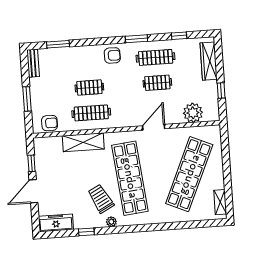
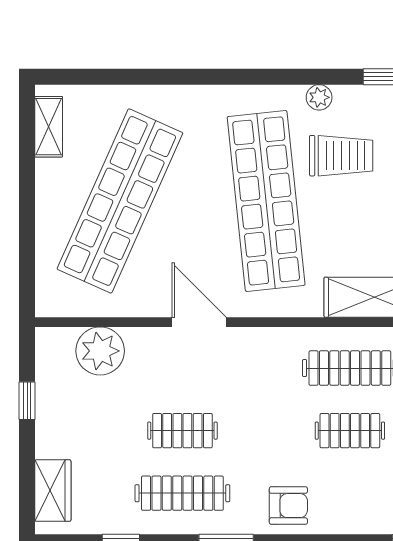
armchair: (112, 55) -> (288, 506), turned 180
wardrobe: (209, 61) -> (53, 491), width x0.67
door: (154, 127) -> (199, 322), swing flipped
trolley: (101, 199) -> (341, 156), turned -62

